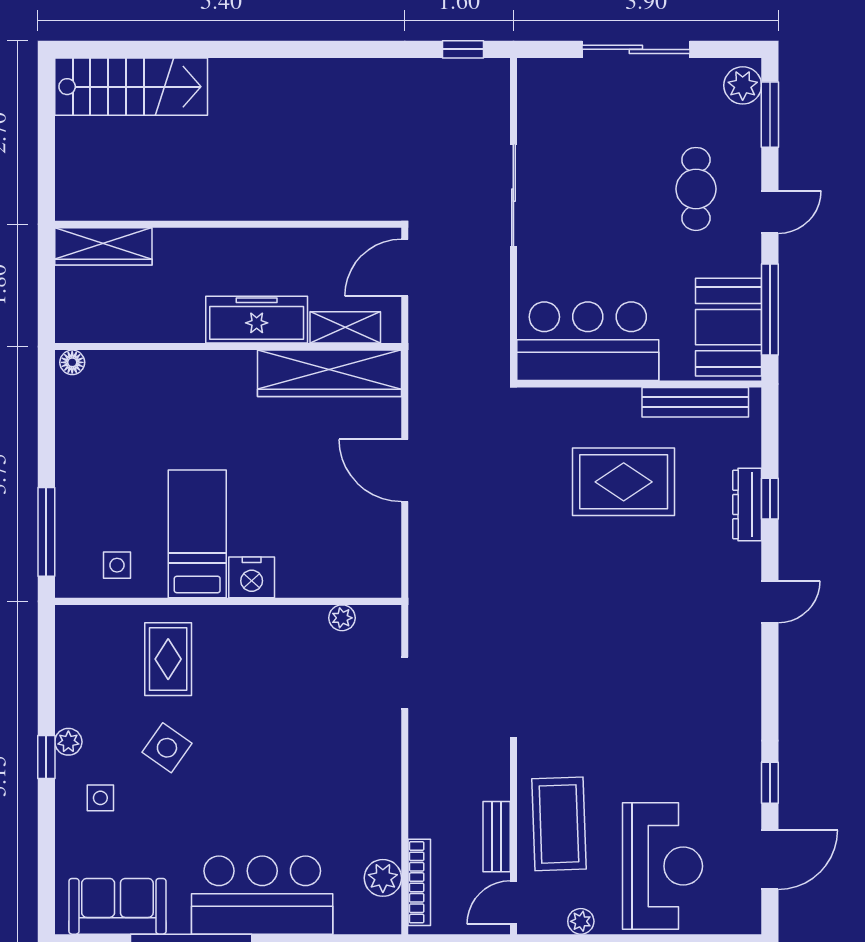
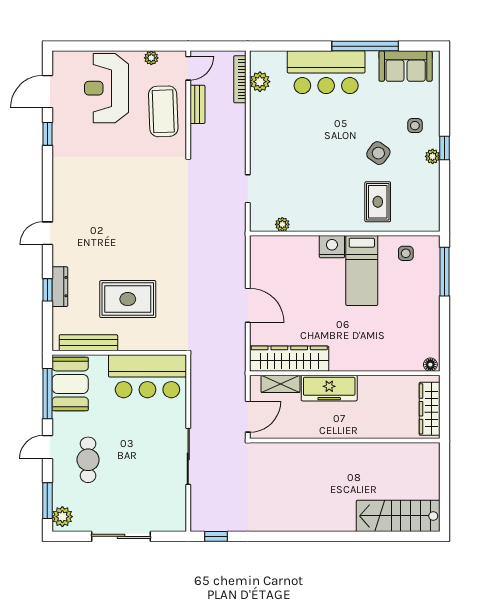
wardrobe: (103, 246) -> (430, 409), moved, turned -90

